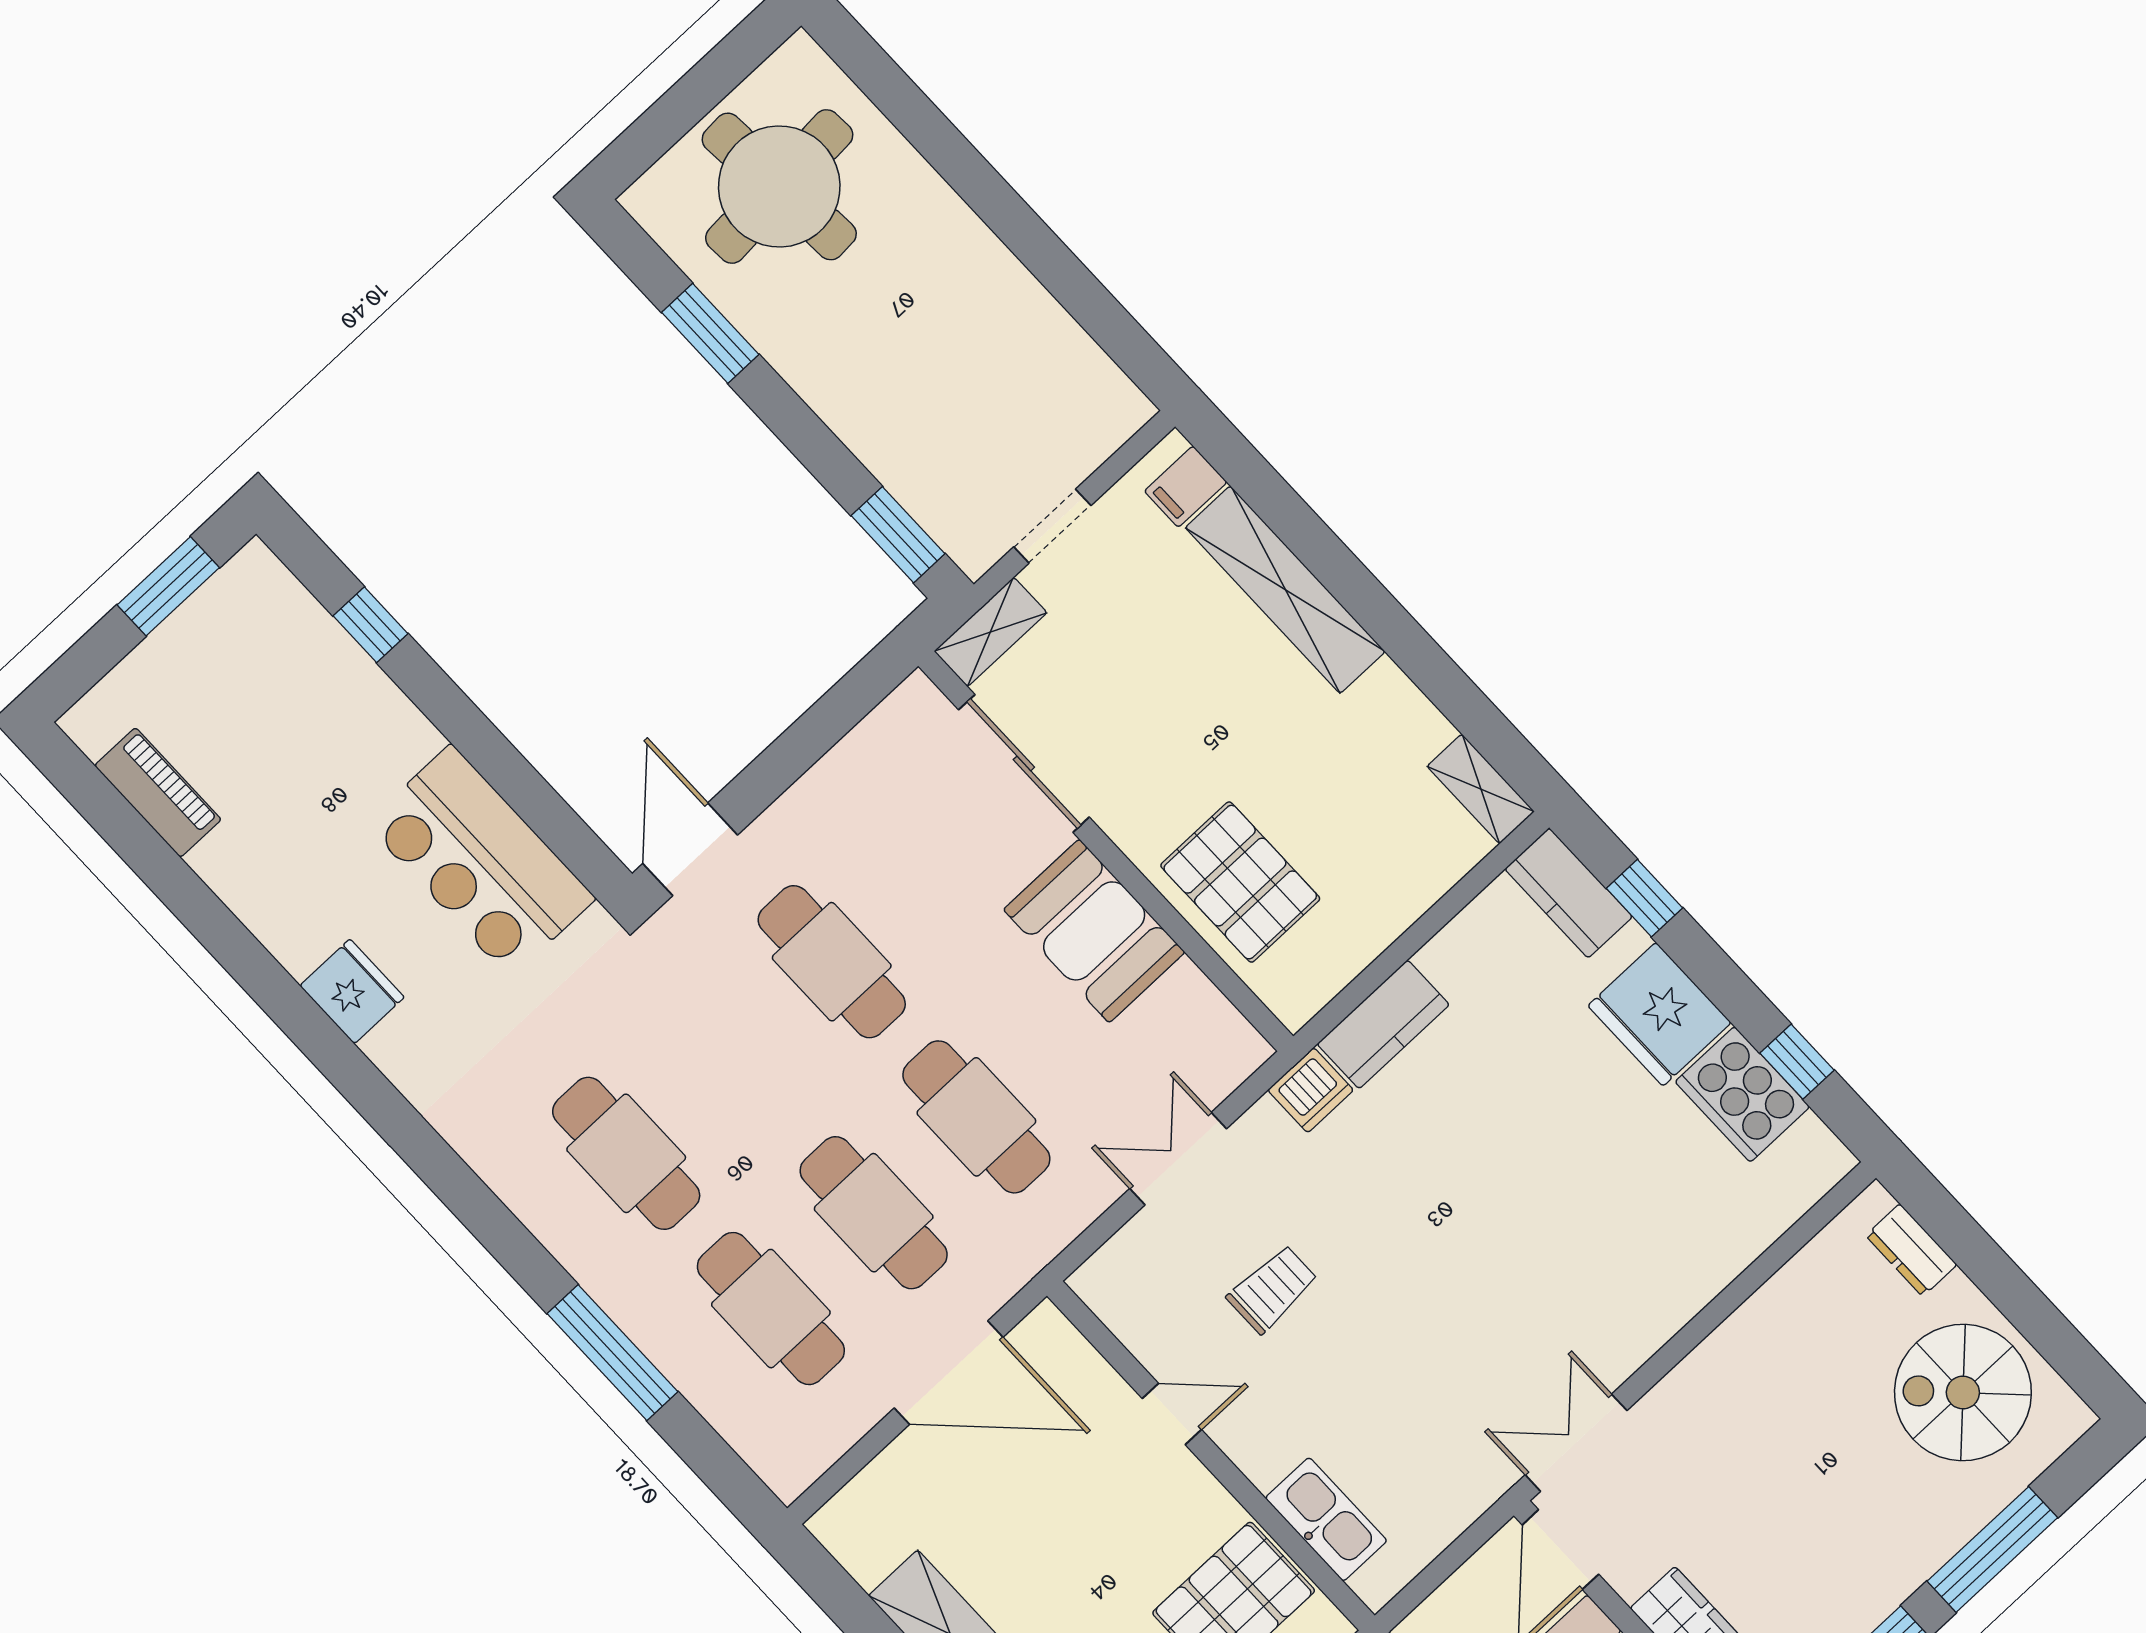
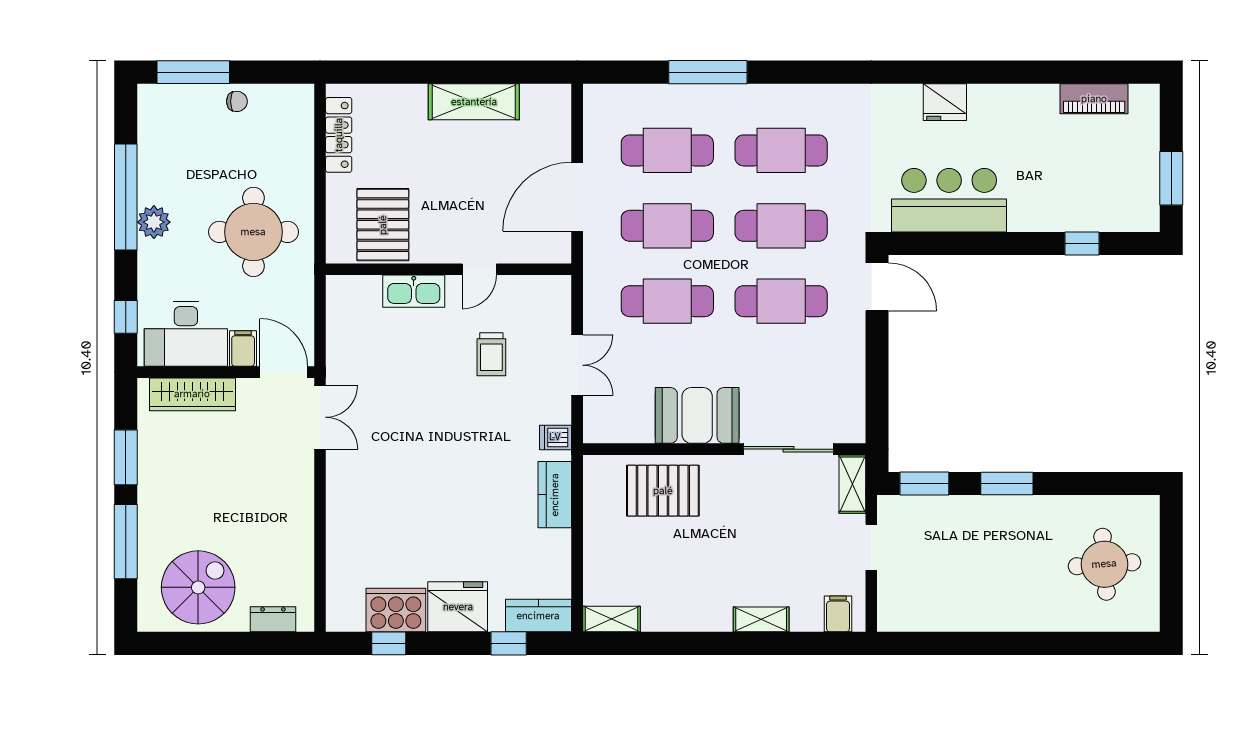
round table: (779, 186) -> (1104, 564), width x0.73, depth x0.73
window: (710, 333) -> (1007, 483), moved
shelving: (1285, 590) -> (761, 619), width x0.45, depth x0.75
cafe table: (729, 1058) -> (781, 226), added
dishwasher: (1311, 1090) -> (555, 437), width x0.73
kitchen sink: (1326, 1519) -> (414, 291), moved

